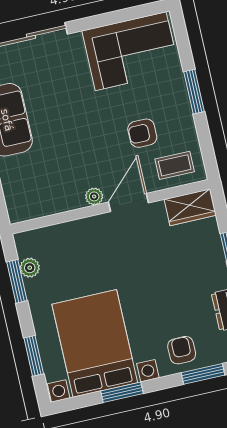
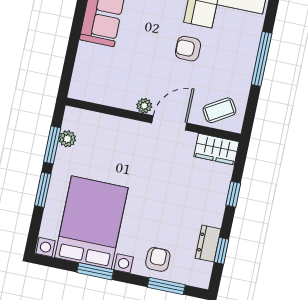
window: (194, 92) -> (262, 59), width x1.44
armchair: (142, 133) -> (188, 49), moved
coffee table: (175, 165) -> (219, 110), turned -31
window: (34, 356) -> (43, 190), moved

